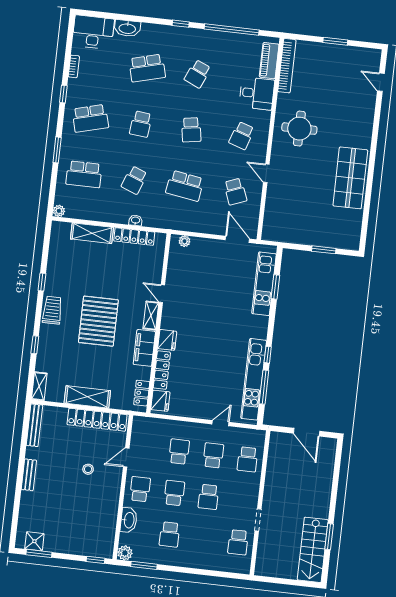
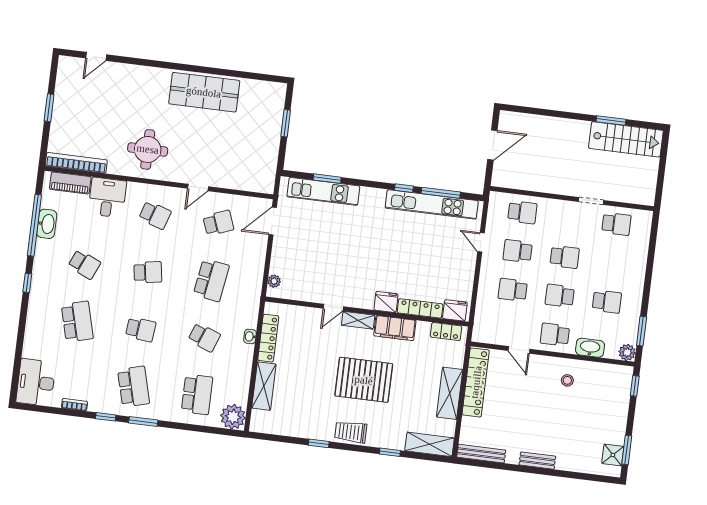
washbasin: (127, 28) -> (47, 224), moved
window: (57, 150) -> (143, 422), moved
plant: (59, 211) -> (233, 417), width x1.87, depth x1.87
shelving: (39, 386) -> (429, 444), width x1.50, depth x1.33
stool: (88, 469) -> (567, 380), moved

